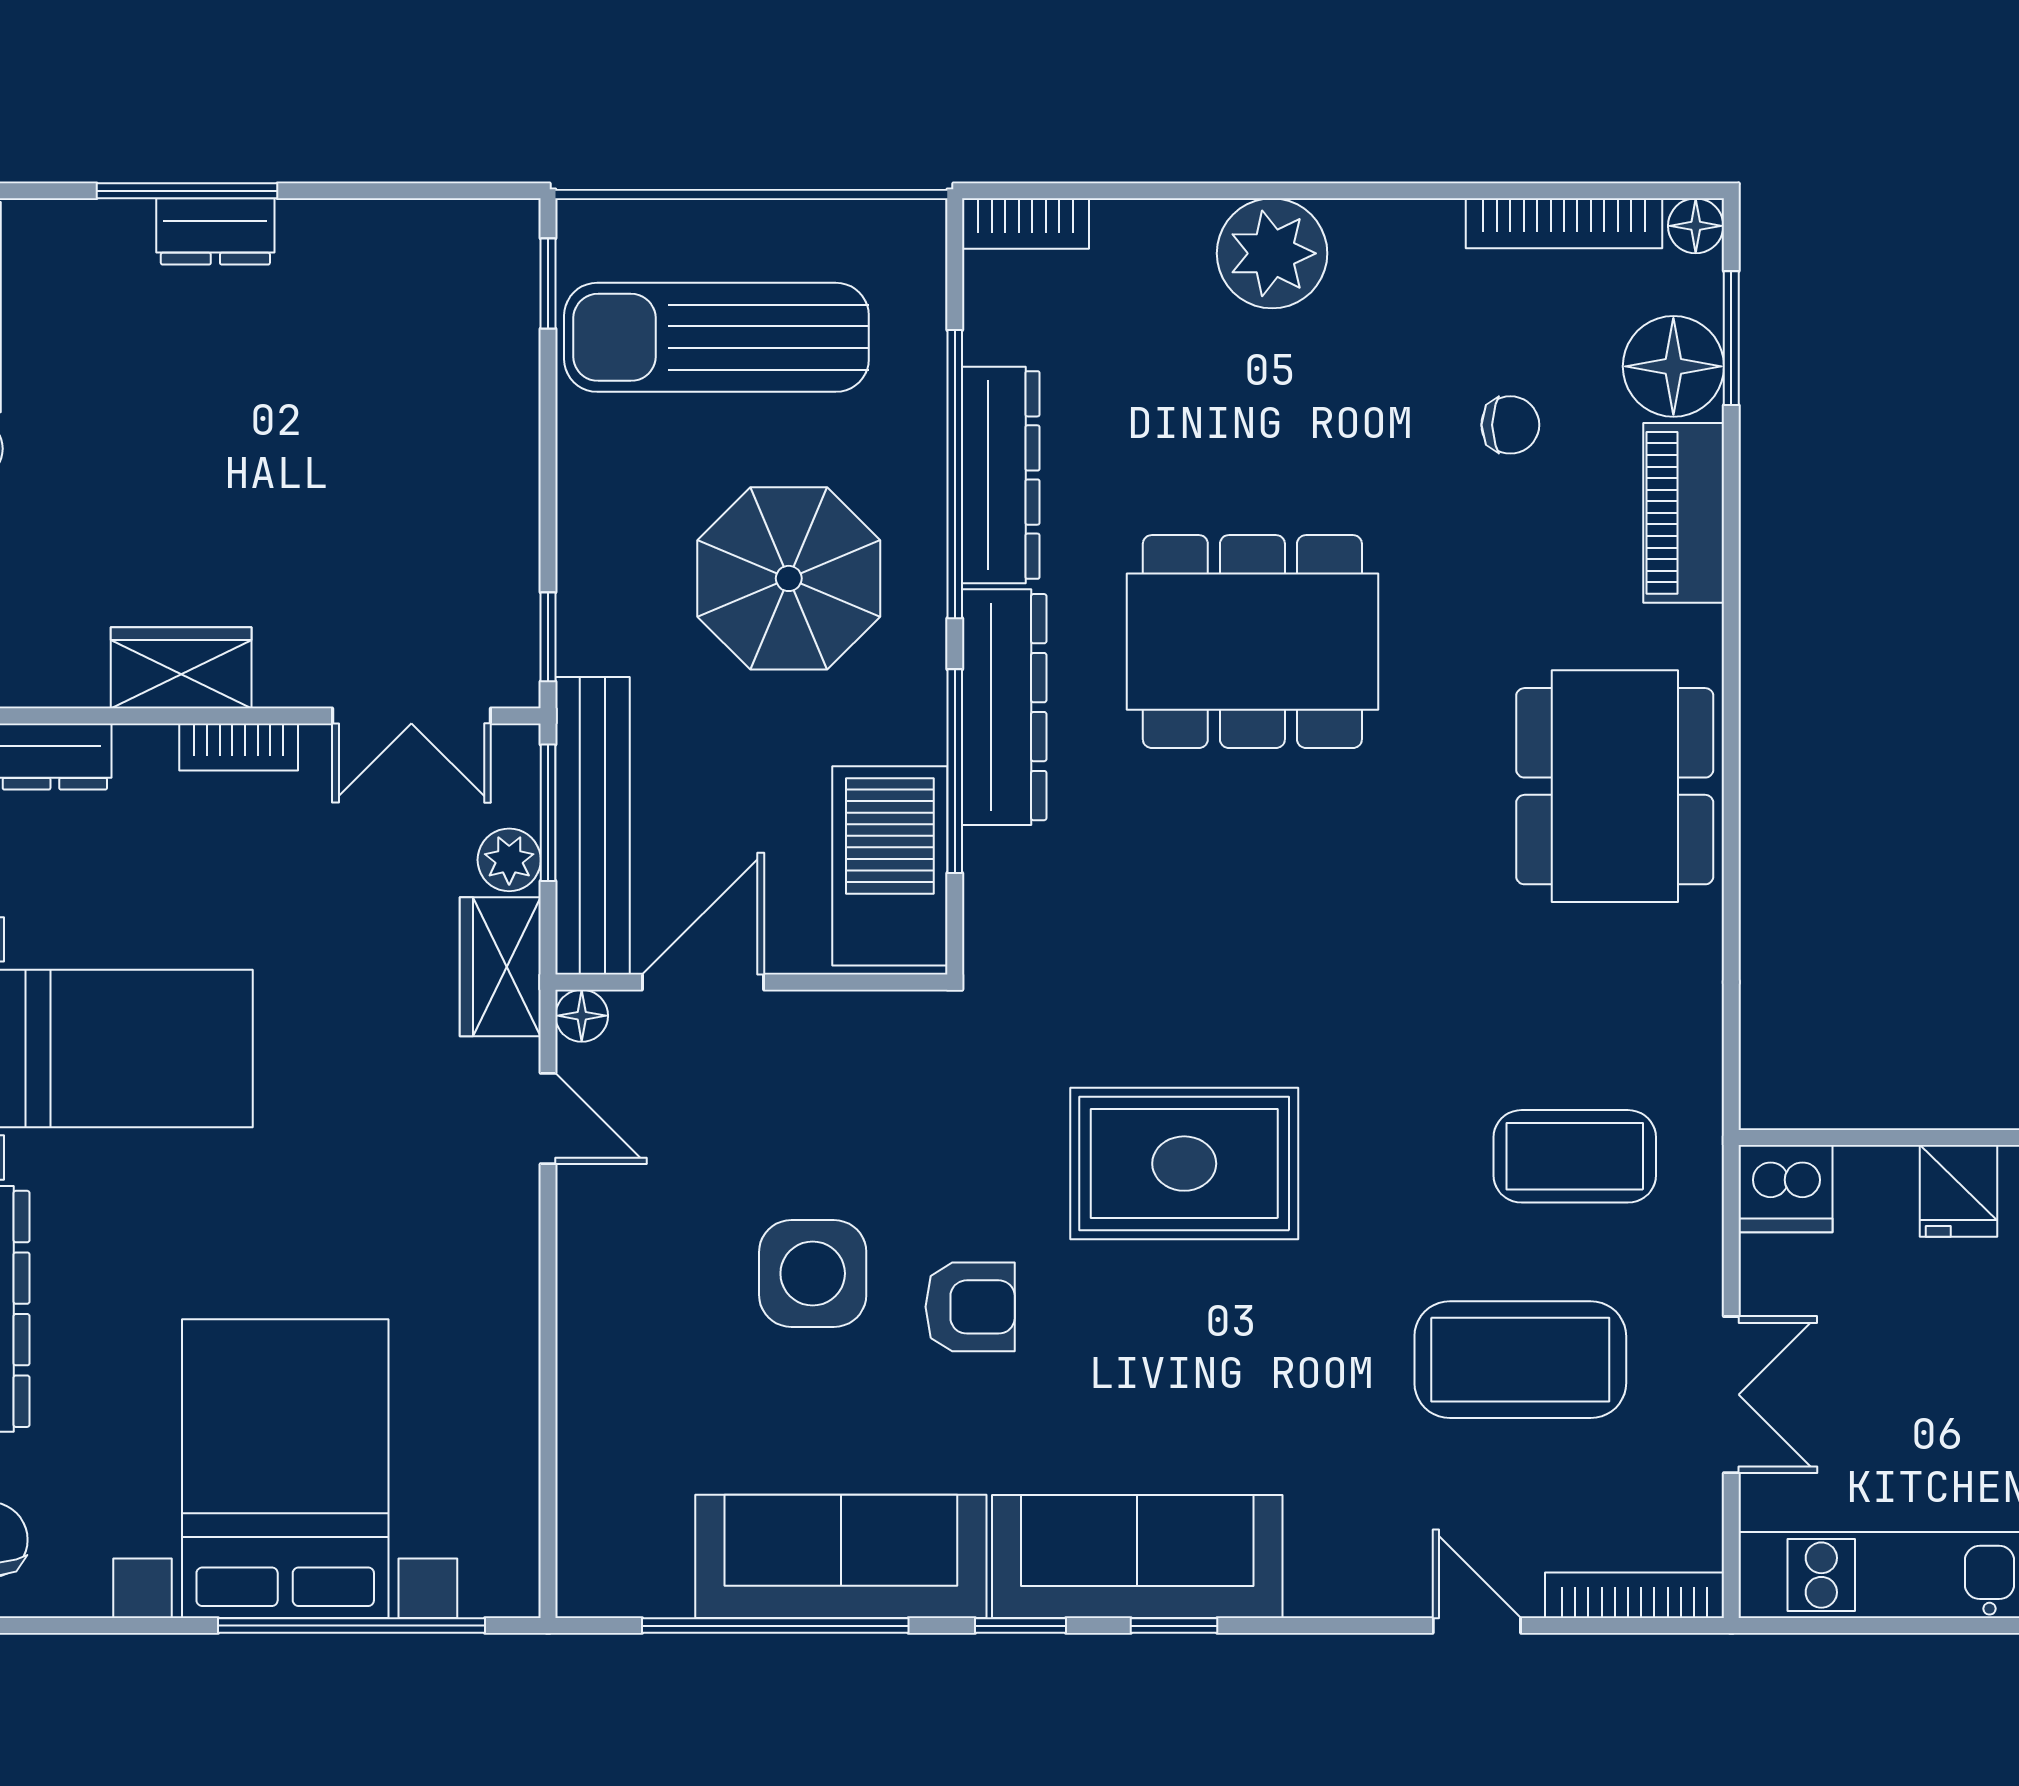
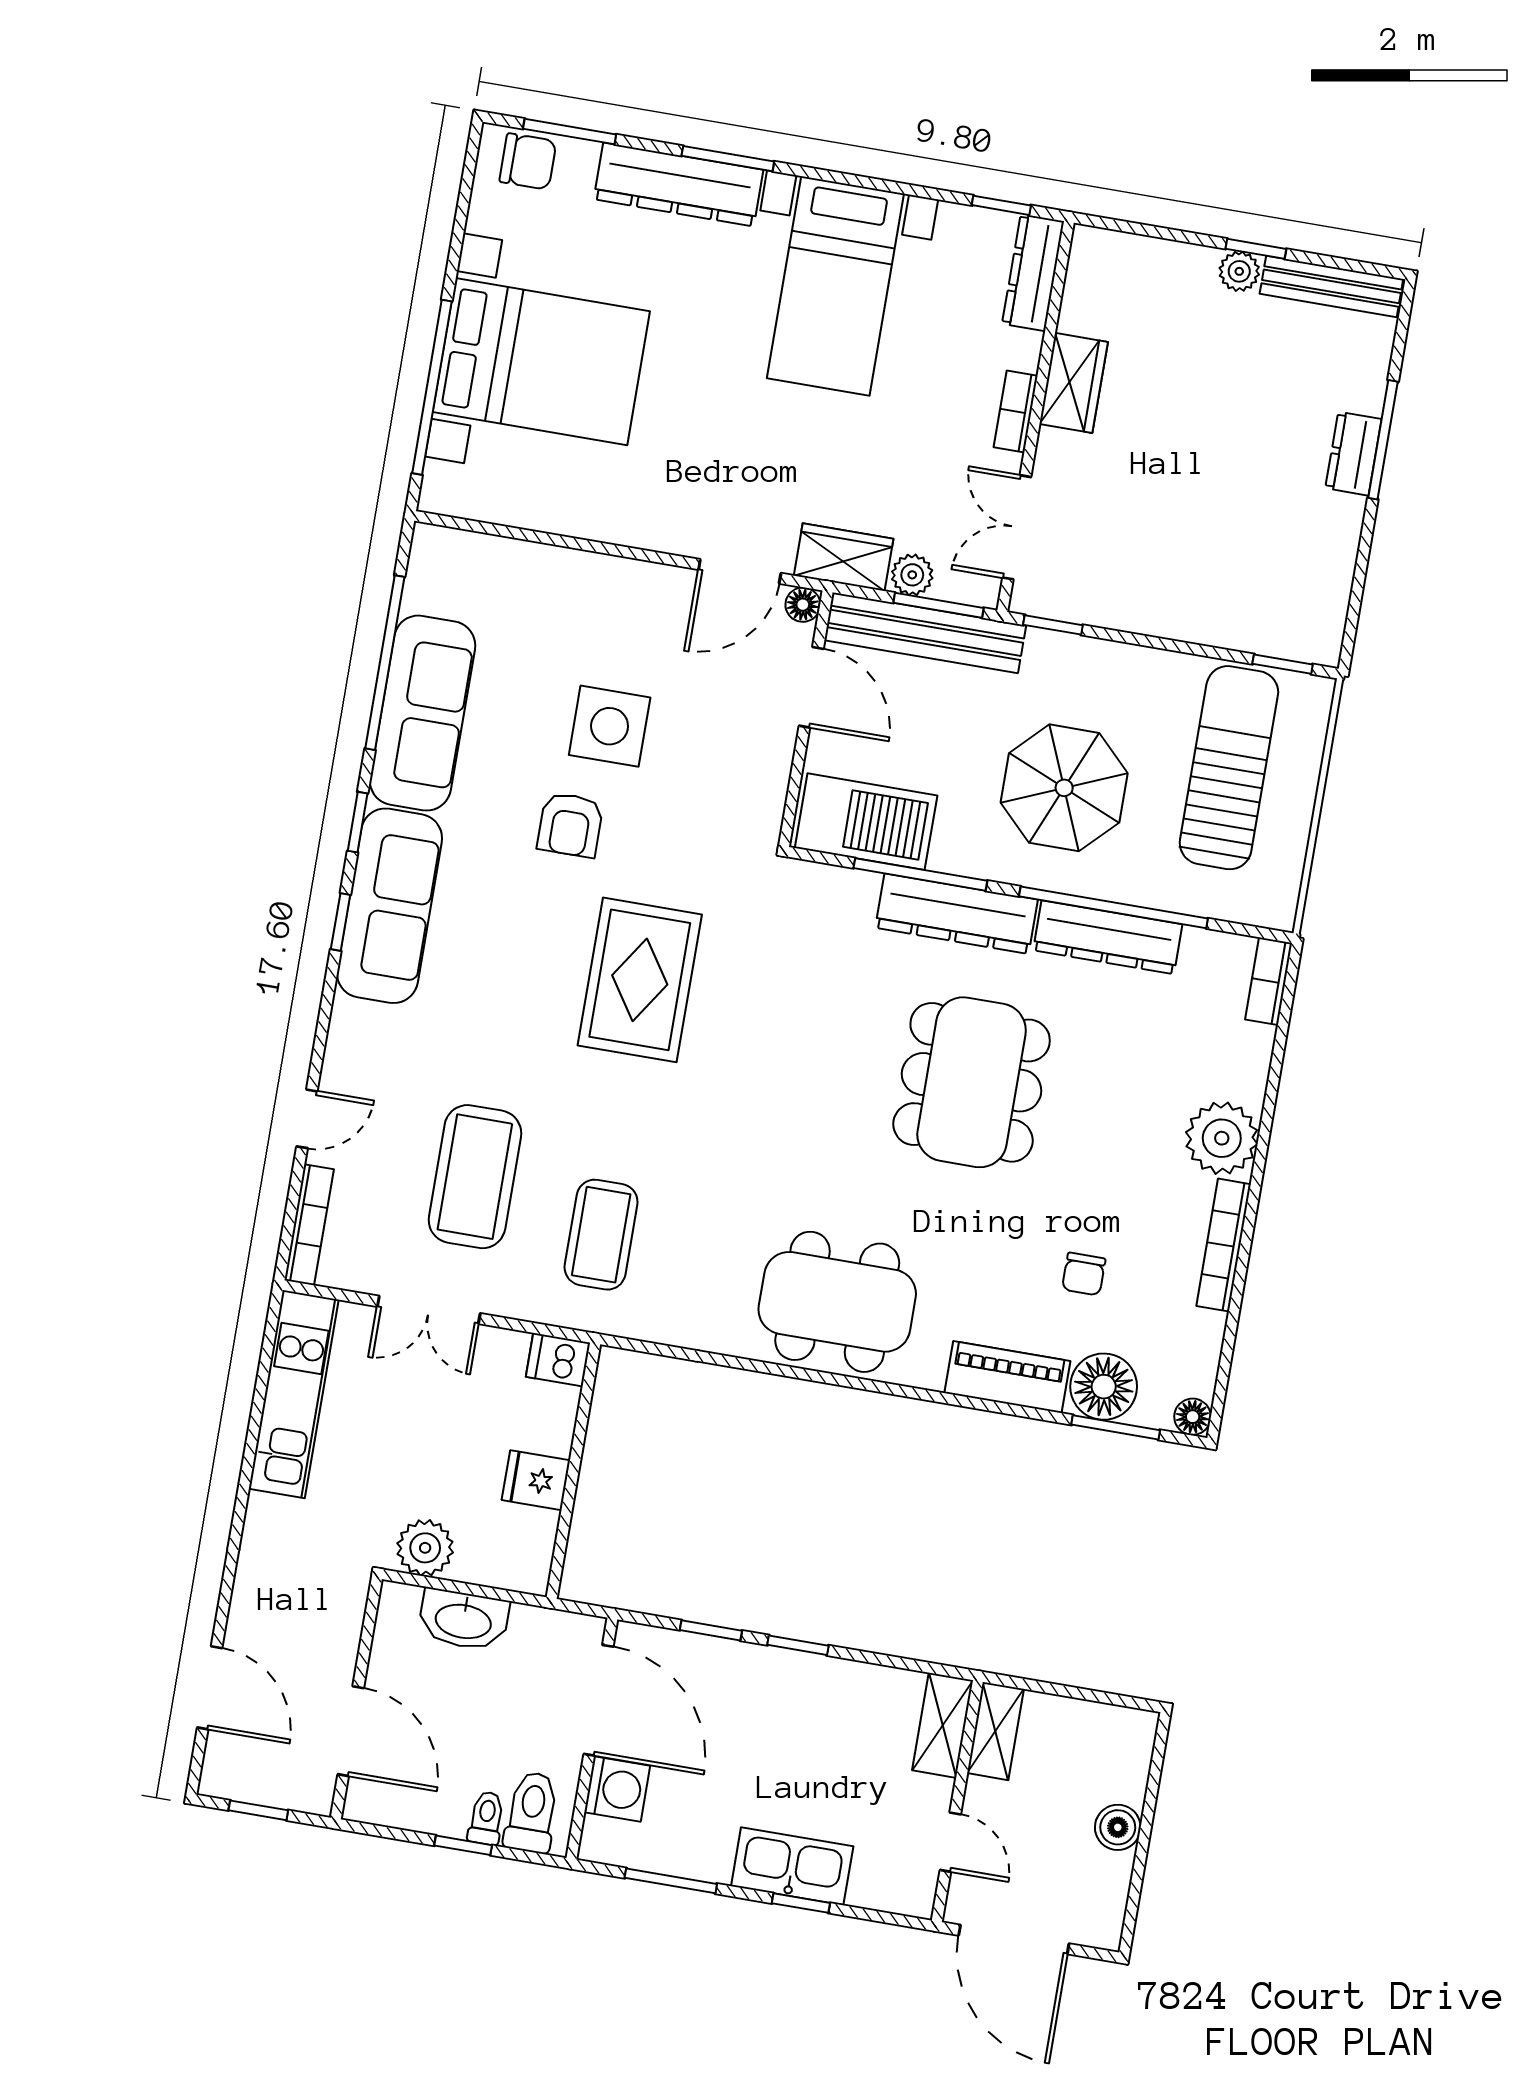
bookcase: (1564, 223) -> (1224, 1245), moved
door: (548, 1119) -> (740, 571), width x1.38
dishwasher: (1786, 1189) -> (558, 1360), width x0.73

